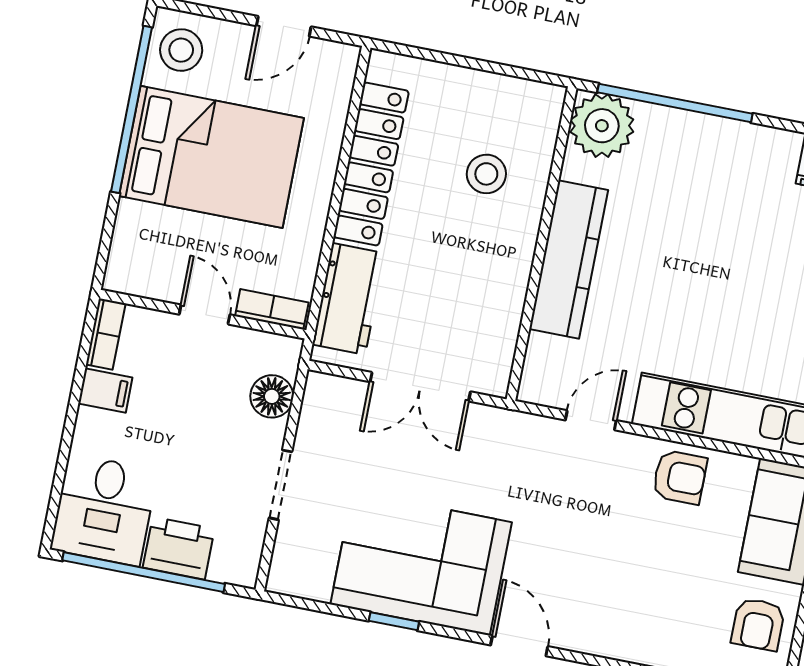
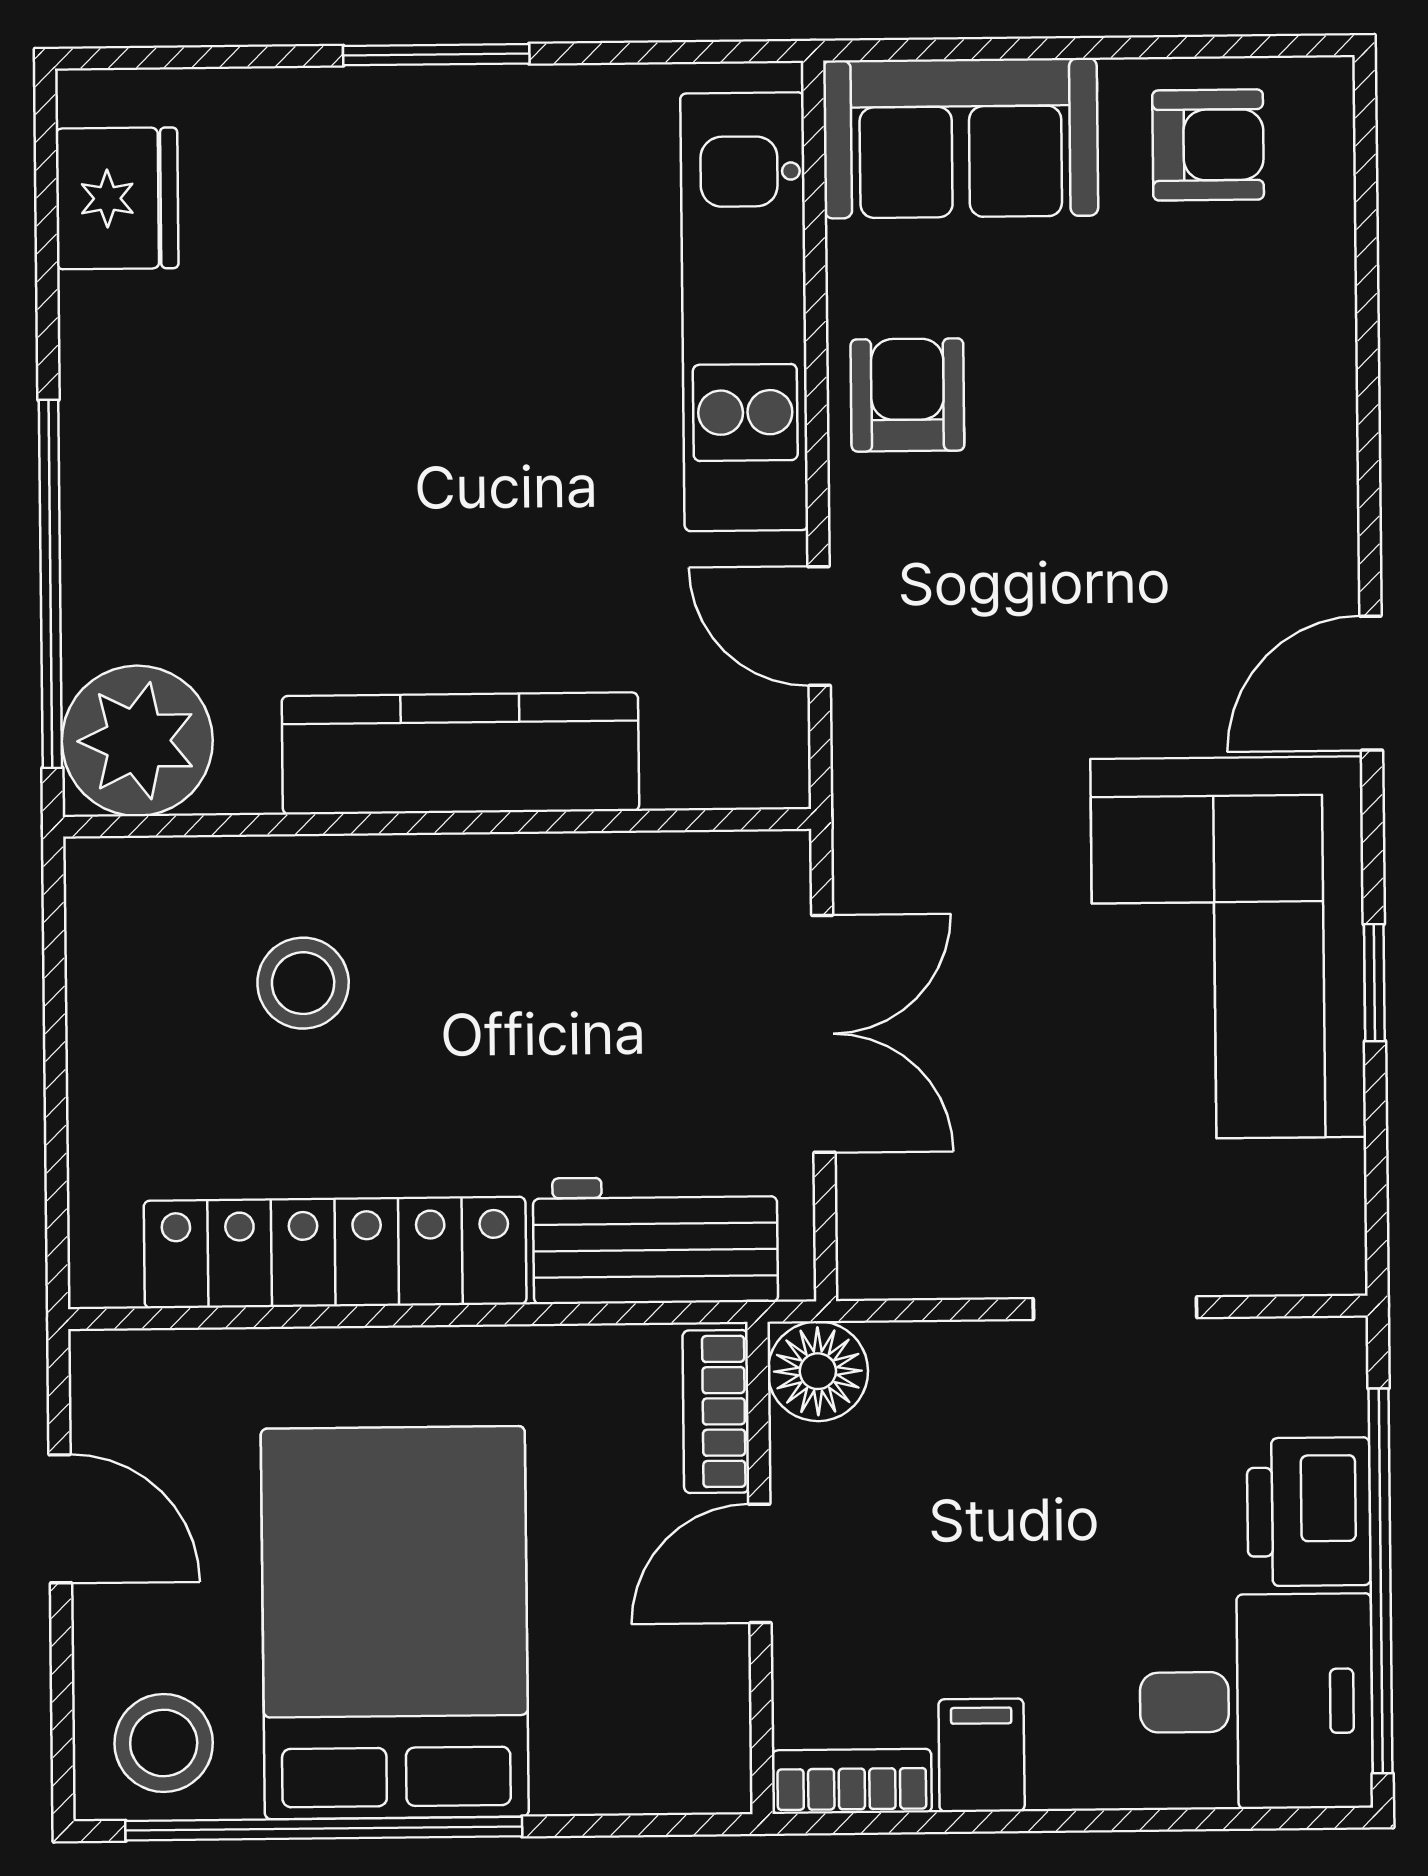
floor lamp: (272, 396) -> (818, 1371), moved

